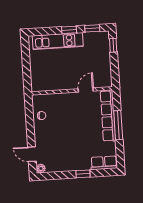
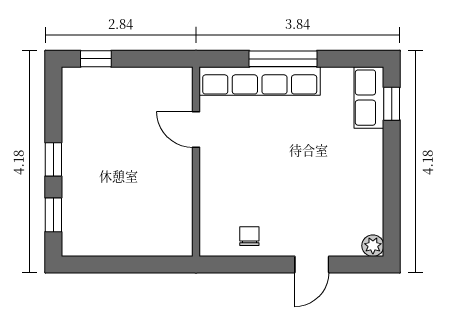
window: (92, 28) -> (53, 215), moved
kitchen unit: (58, 41) -> (78, 188), removed
door: (32, 154) -> (312, 264), moved
window: (83, 174) -> (392, 104), moved

